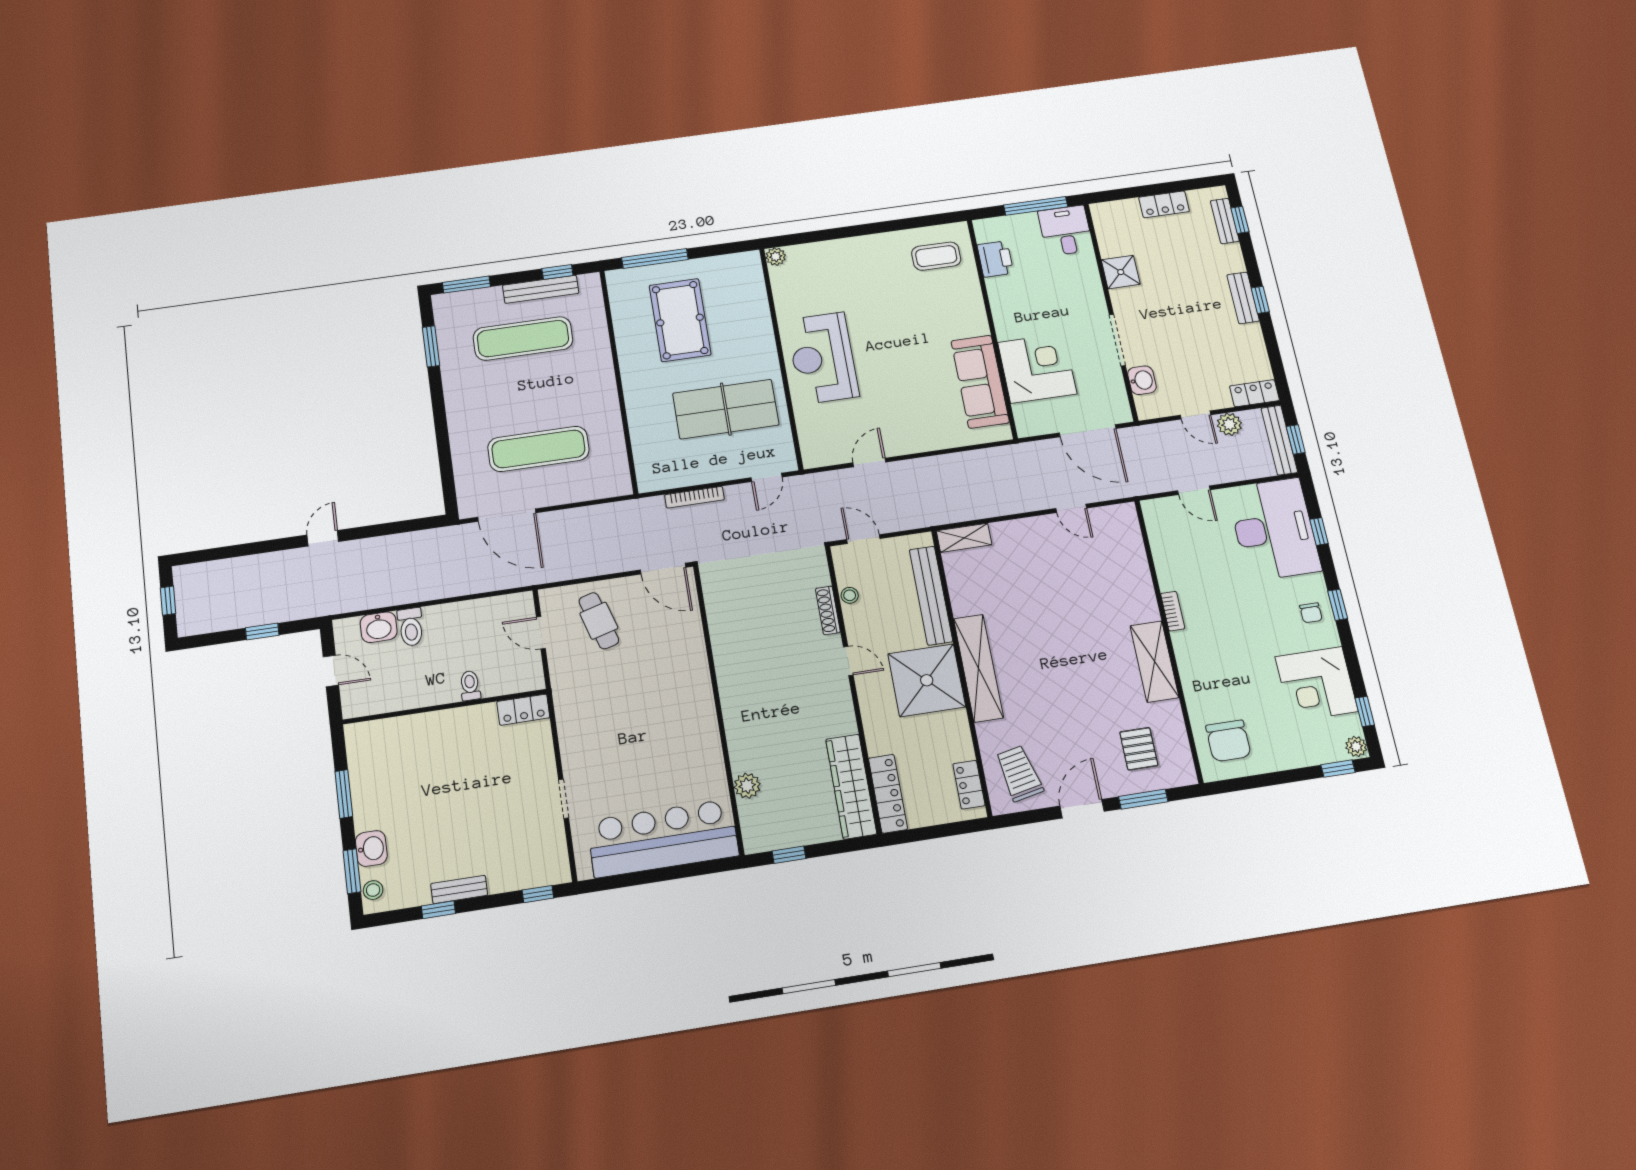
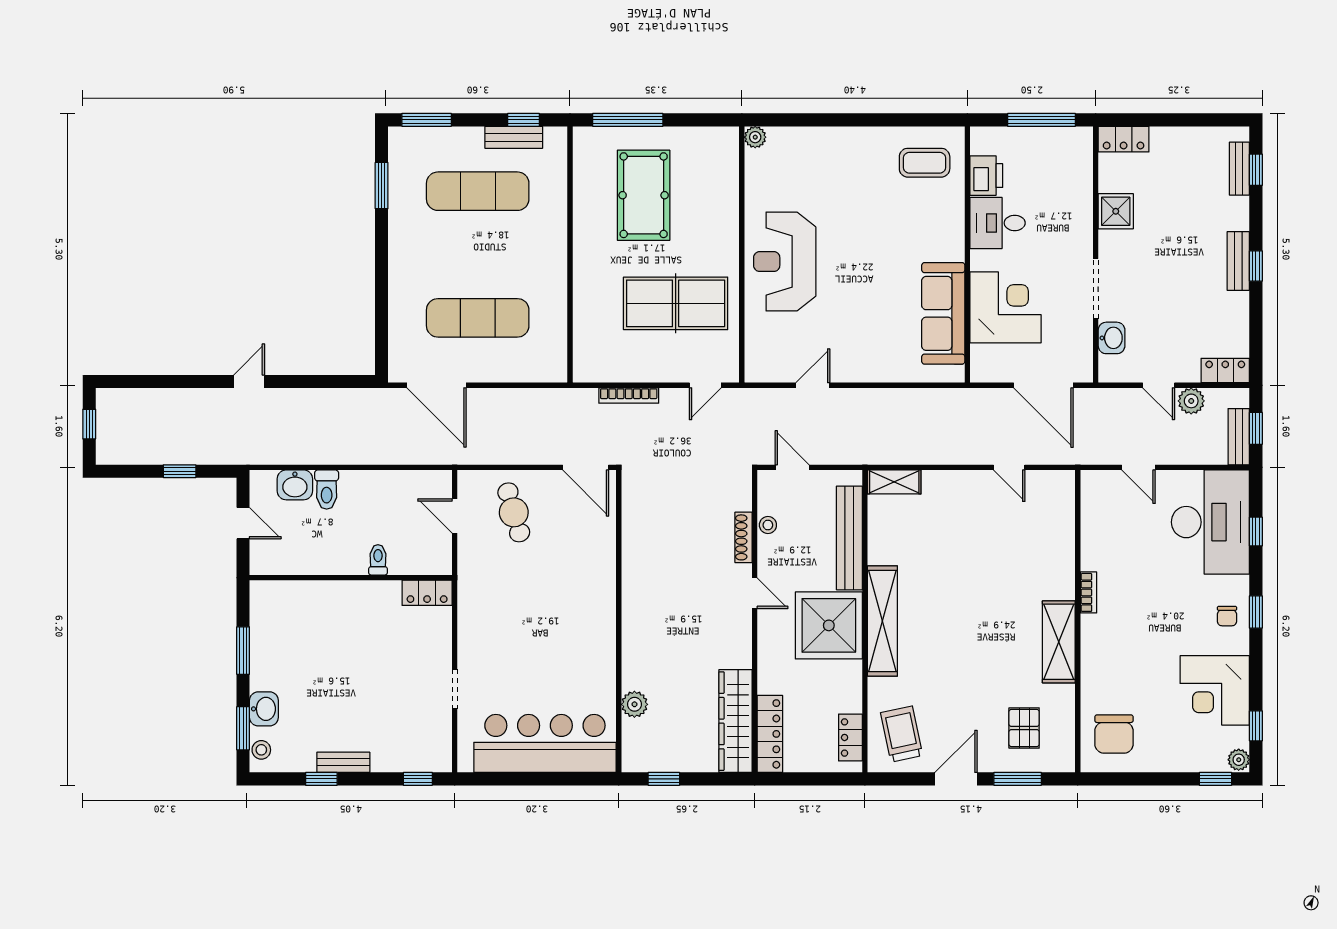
locker: (1164, 204) -> (1124, 139), moved
desk: (1066, 231) -> (998, 223), moved, turned -90
bench: (541, 289) -> (514, 137), width x0.73
bench: (1279, 440) -> (1239, 437), width x0.73

